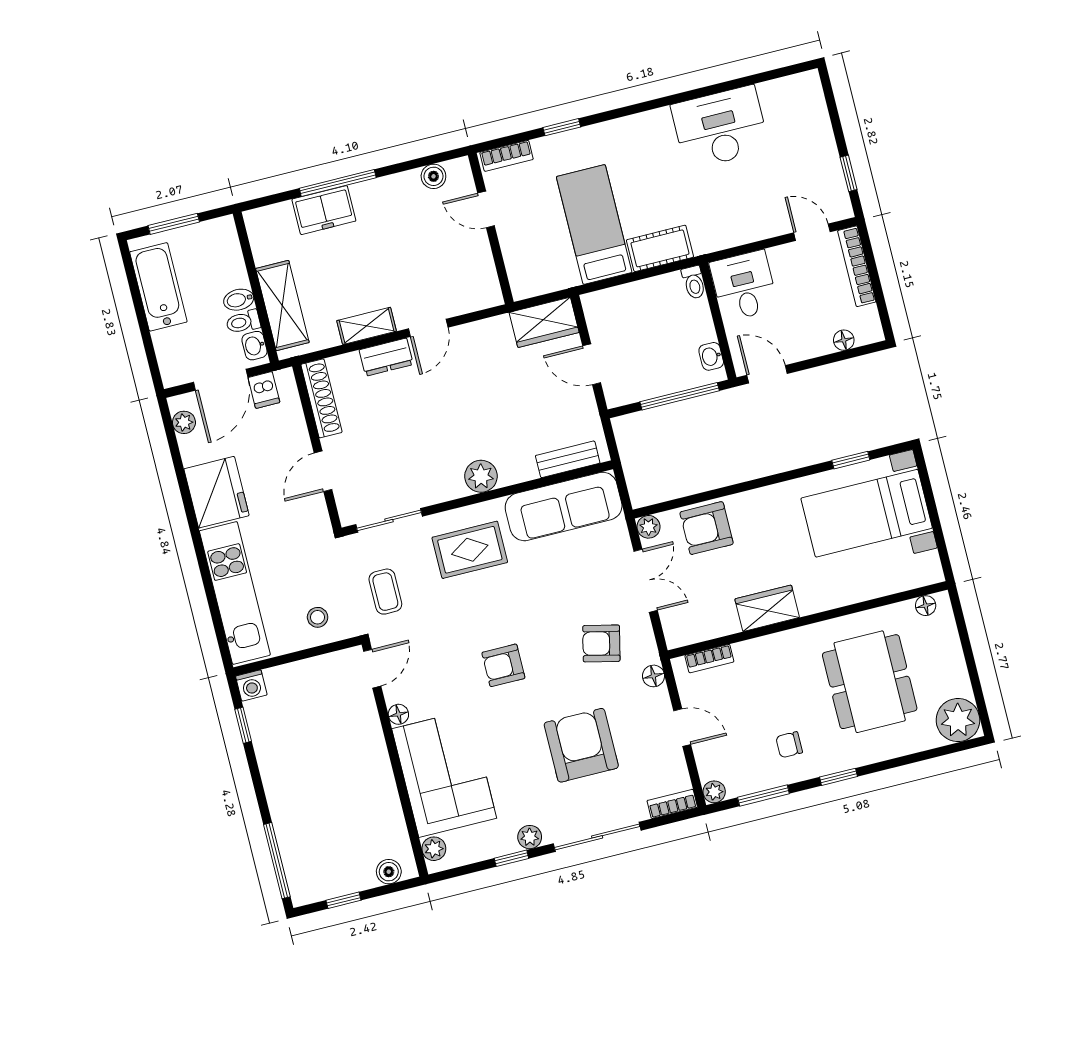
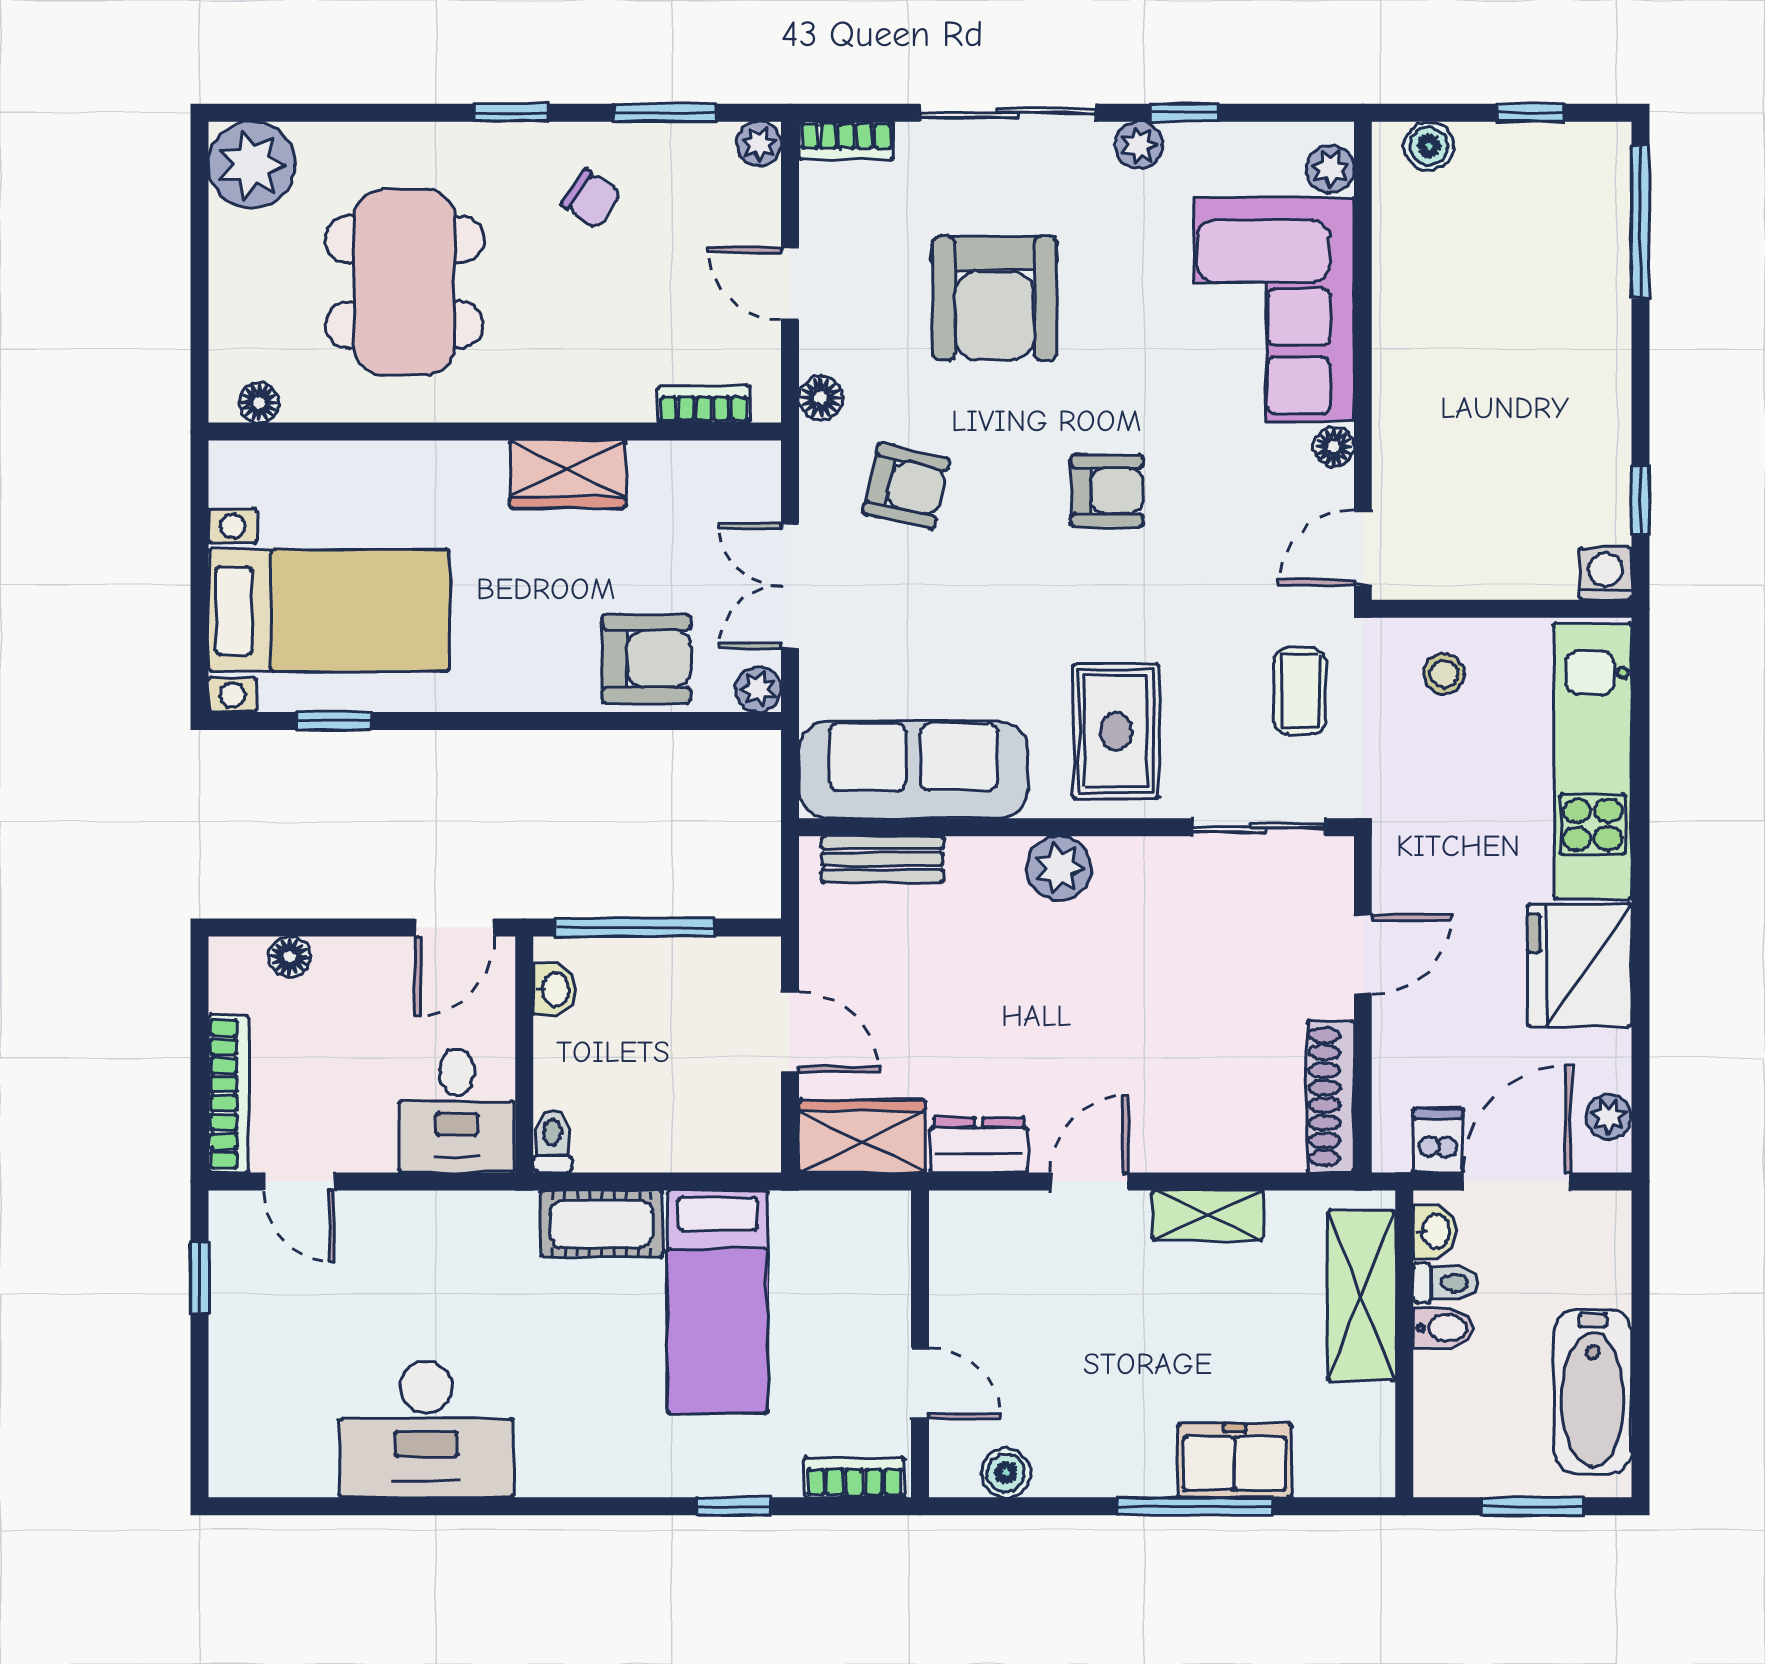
dresser: (386, 357) -> (979, 1145), moved
door: (767, 374) -> (455, 928), hinge flipped
rug: (470, 550) -> (1116, 731), turned 90
chair: (789, 745) -> (591, 199), turned 34

